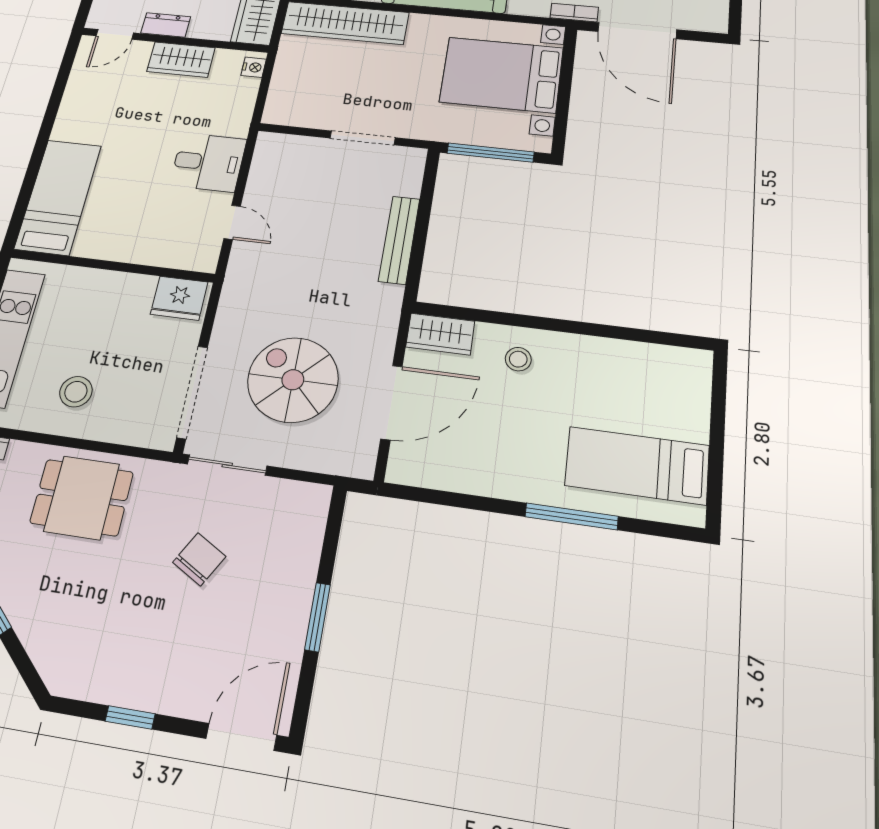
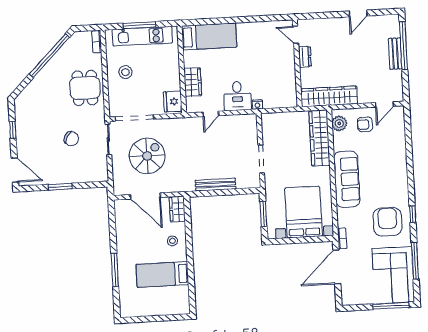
wardrobe: (181, 60) -> (193, 82), moved, turned 180
nightstand: (254, 67) -> (257, 105), moved
window: (490, 153) -> (263, 214), width x0.69
bed: (637, 465) -> (162, 275), moved, turned -90

